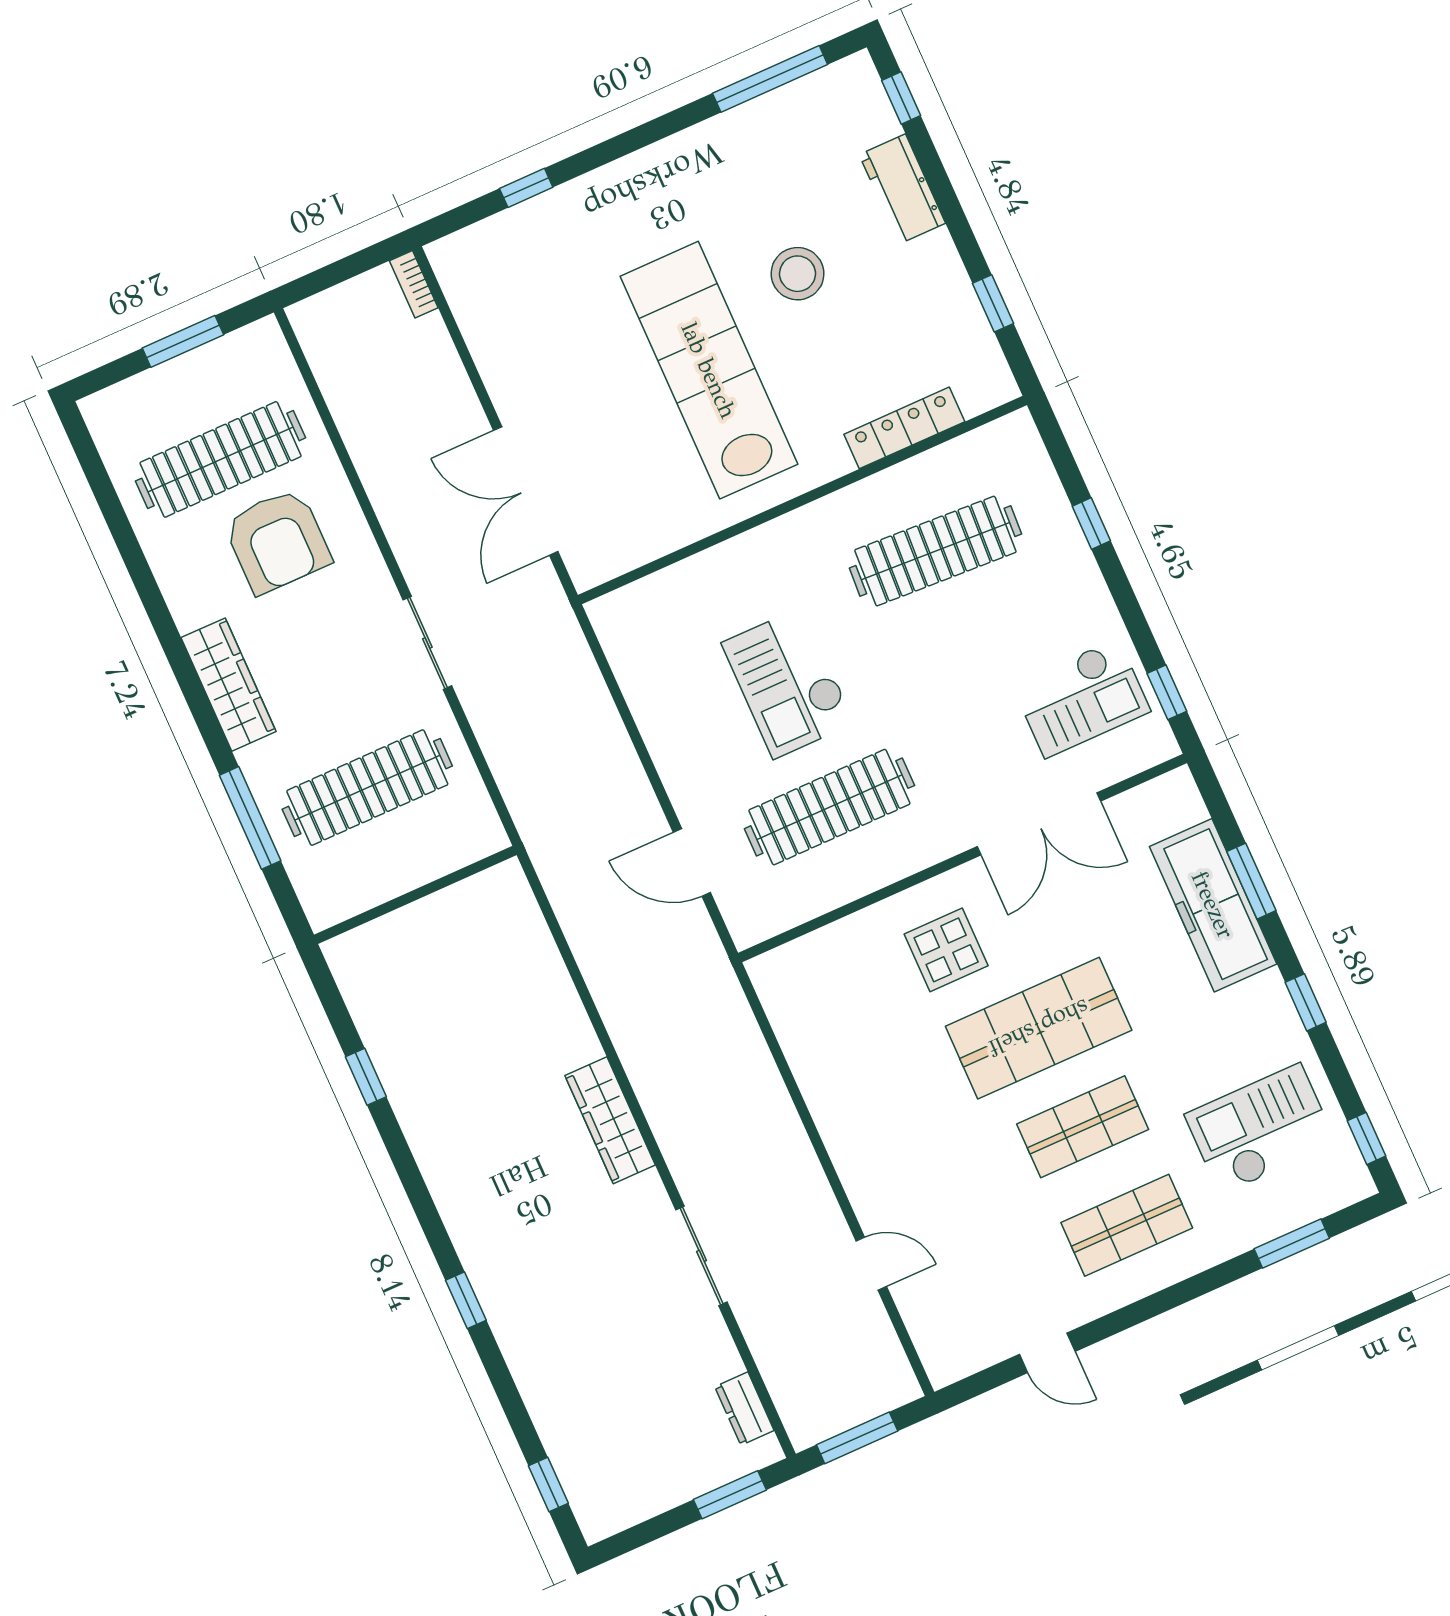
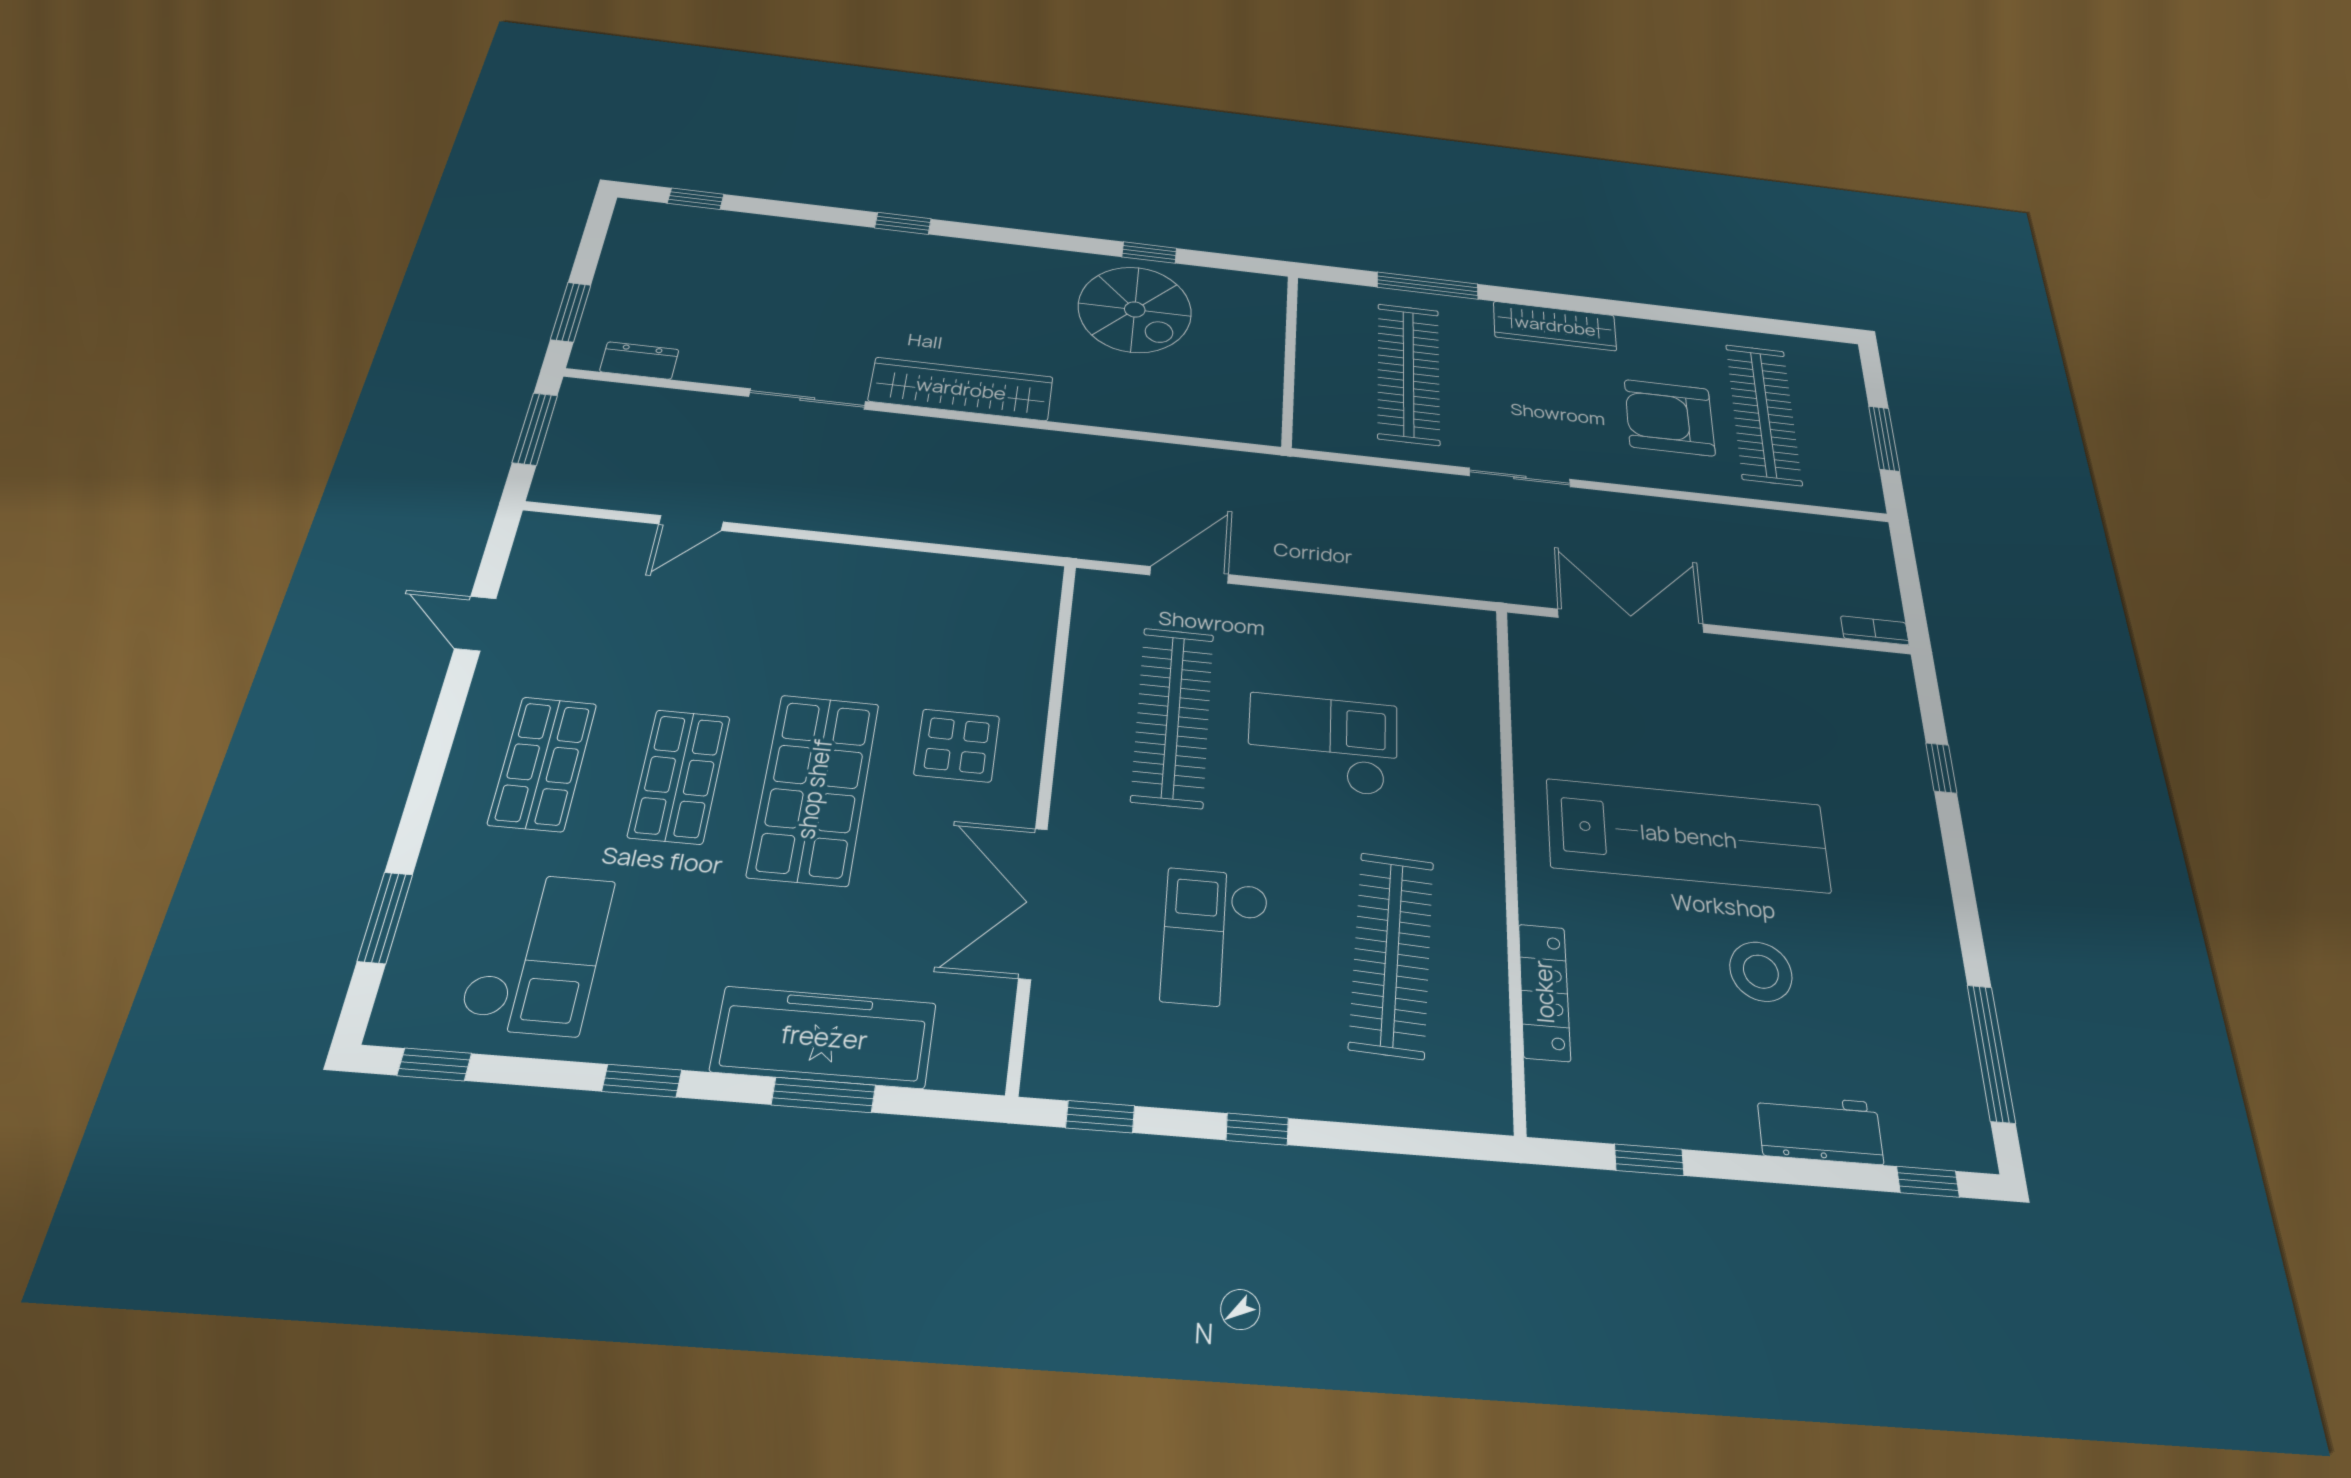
window: (1091, 524) -> (1257, 1129), moved
checkout: (1081, 698) -> (1215, 938), moved
spiral stairs: (440, 1053) -> (1135, 309), added
wardrobe: (610, 1120) -> (961, 389), width x1.40, depth x1.17
door: (1047, 1353) -> (475, 624), hinge flipped

